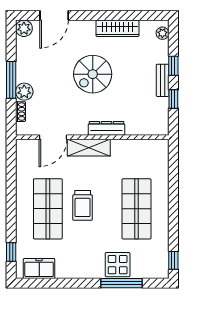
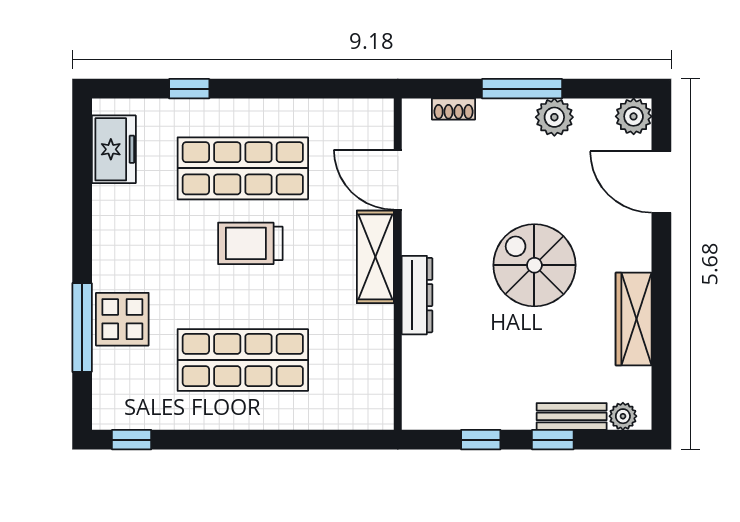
bench: (163, 80) -> (572, 416), moved
plant: (24, 92) -> (554, 117), moved
window: (11, 252) -> (189, 89), moved

